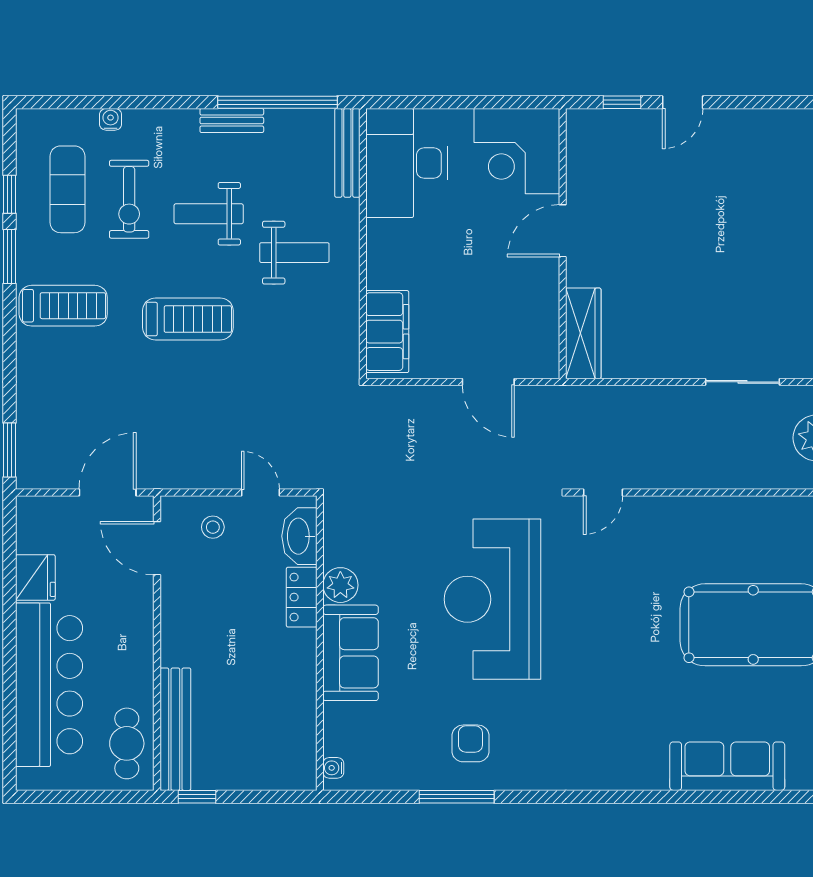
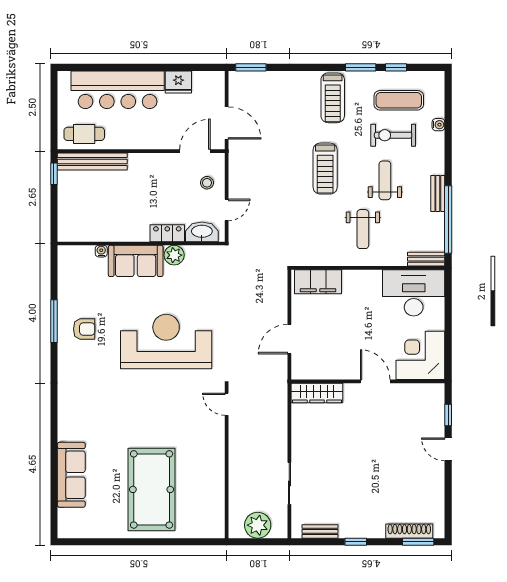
bench: (347, 153) -> (426, 259), width x0.73
water cooler: (333, 768) -> (101, 251), moved

